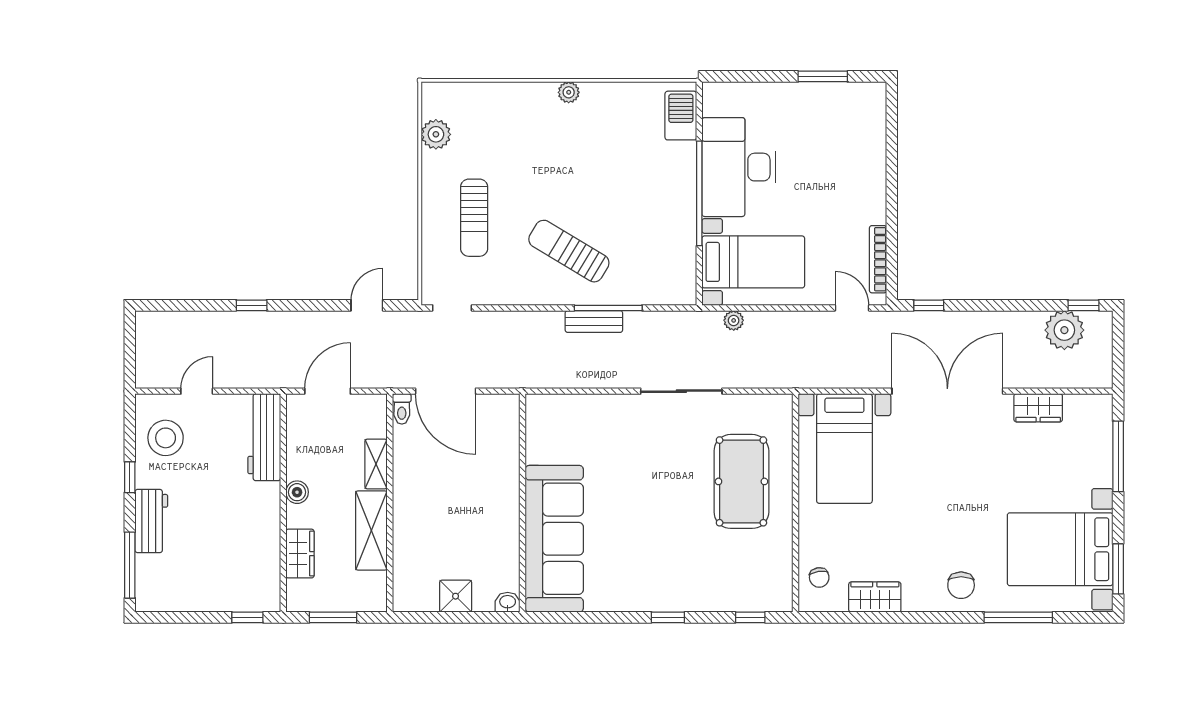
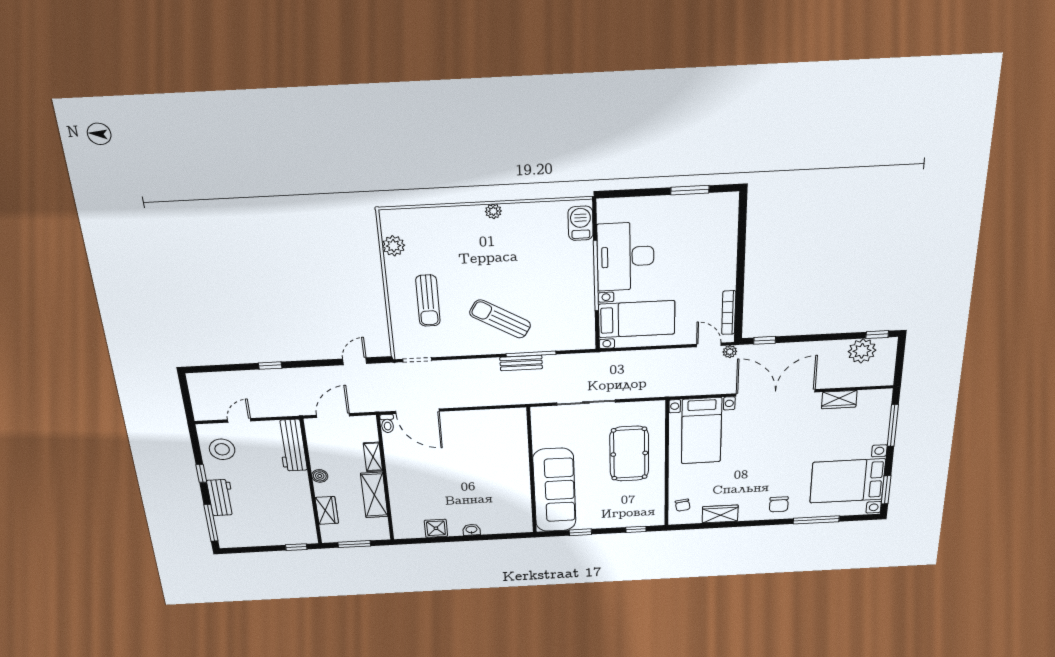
plant: (734, 320) -> (730, 352), moved
wall: (522, 503) -> (532, 471), moved
sofa: (554, 539) -> (554, 490), moved

